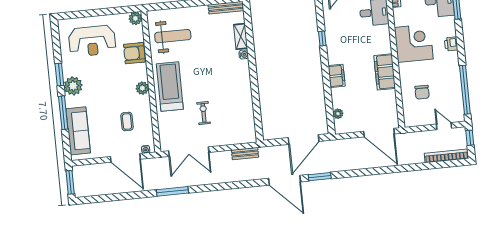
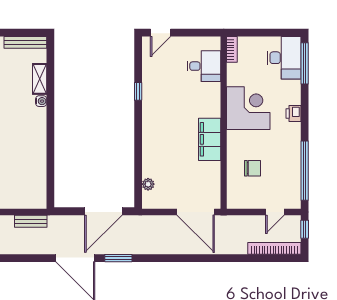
filing cabinet: (337, 76) -> (151, 138), removed
chair: (422, 92) -> (253, 168), turned -90
door: (444, 126) -> (275, 212), swing flipped

